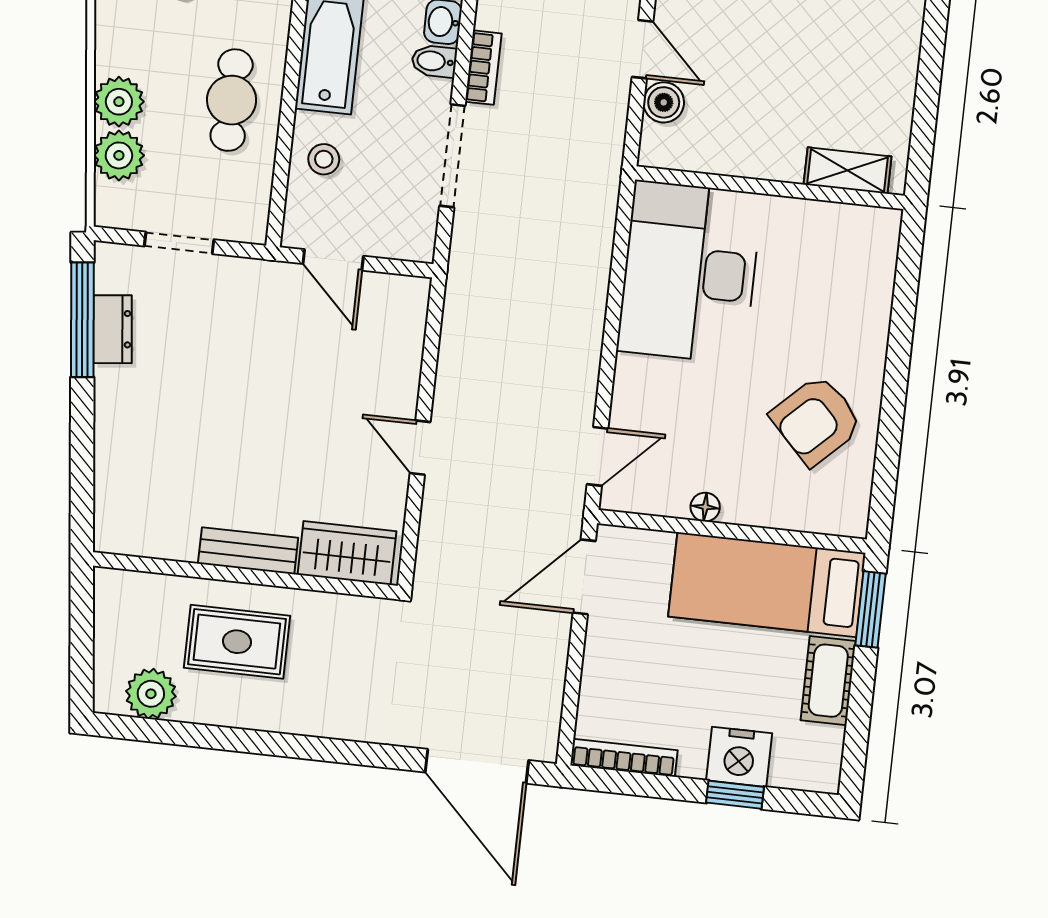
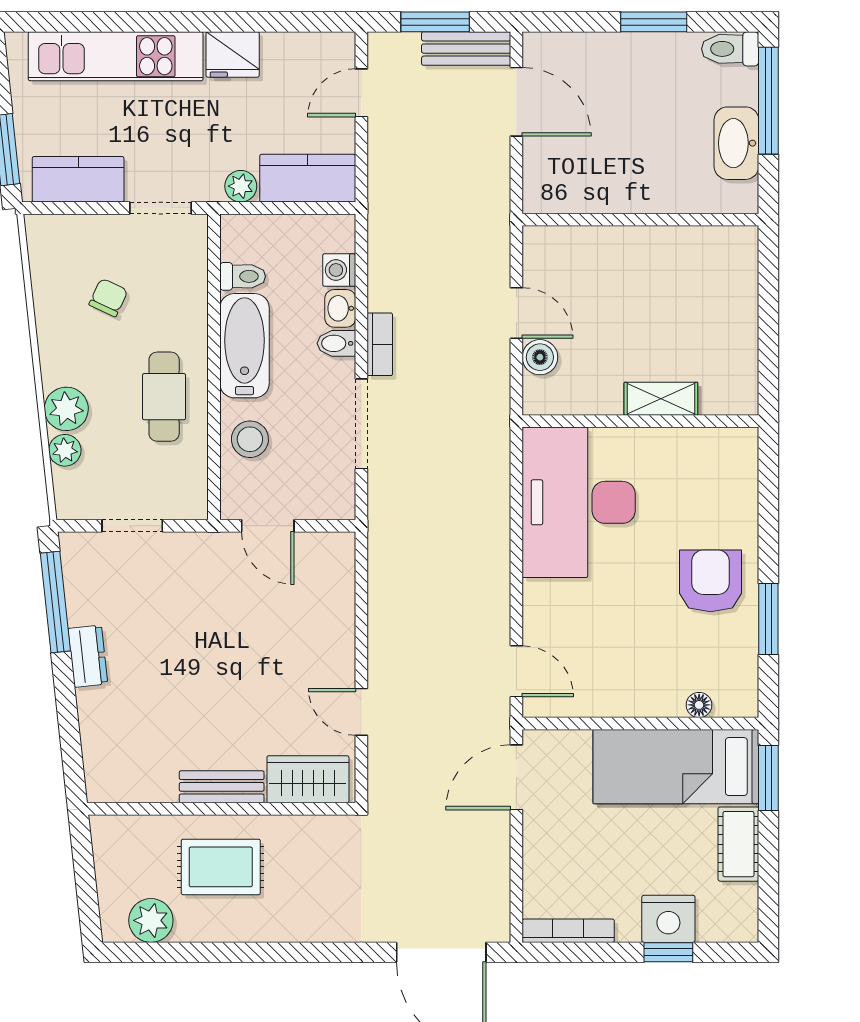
plant: (119, 155) -> (65, 450), width x0.73, depth x0.73
stool: (324, 159) -> (250, 439), width x1.37, depth x1.37
shelving: (848, 171) -> (661, 399), moved
dresser: (113, 329) -> (88, 656), moved
armchair: (816, 420) -> (711, 581), moved, turned 134
window: (890, 429) -> (768, 619), added
door: (420, 448) -> (361, 712), moved
door: (598, 456) -> (516, 671), hinge flipped
floor lamp: (705, 507) -> (699, 705), moved

